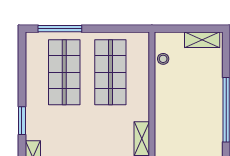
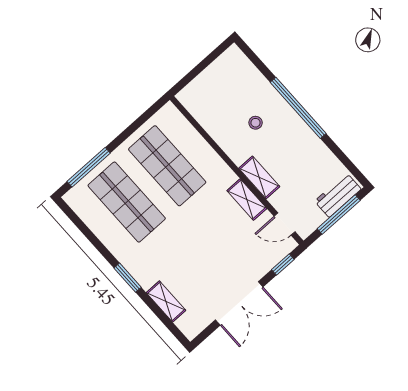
shelving: (202, 40) -> (259, 177), moved, turned 90
stool: (163, 59) -> (256, 123), moved

